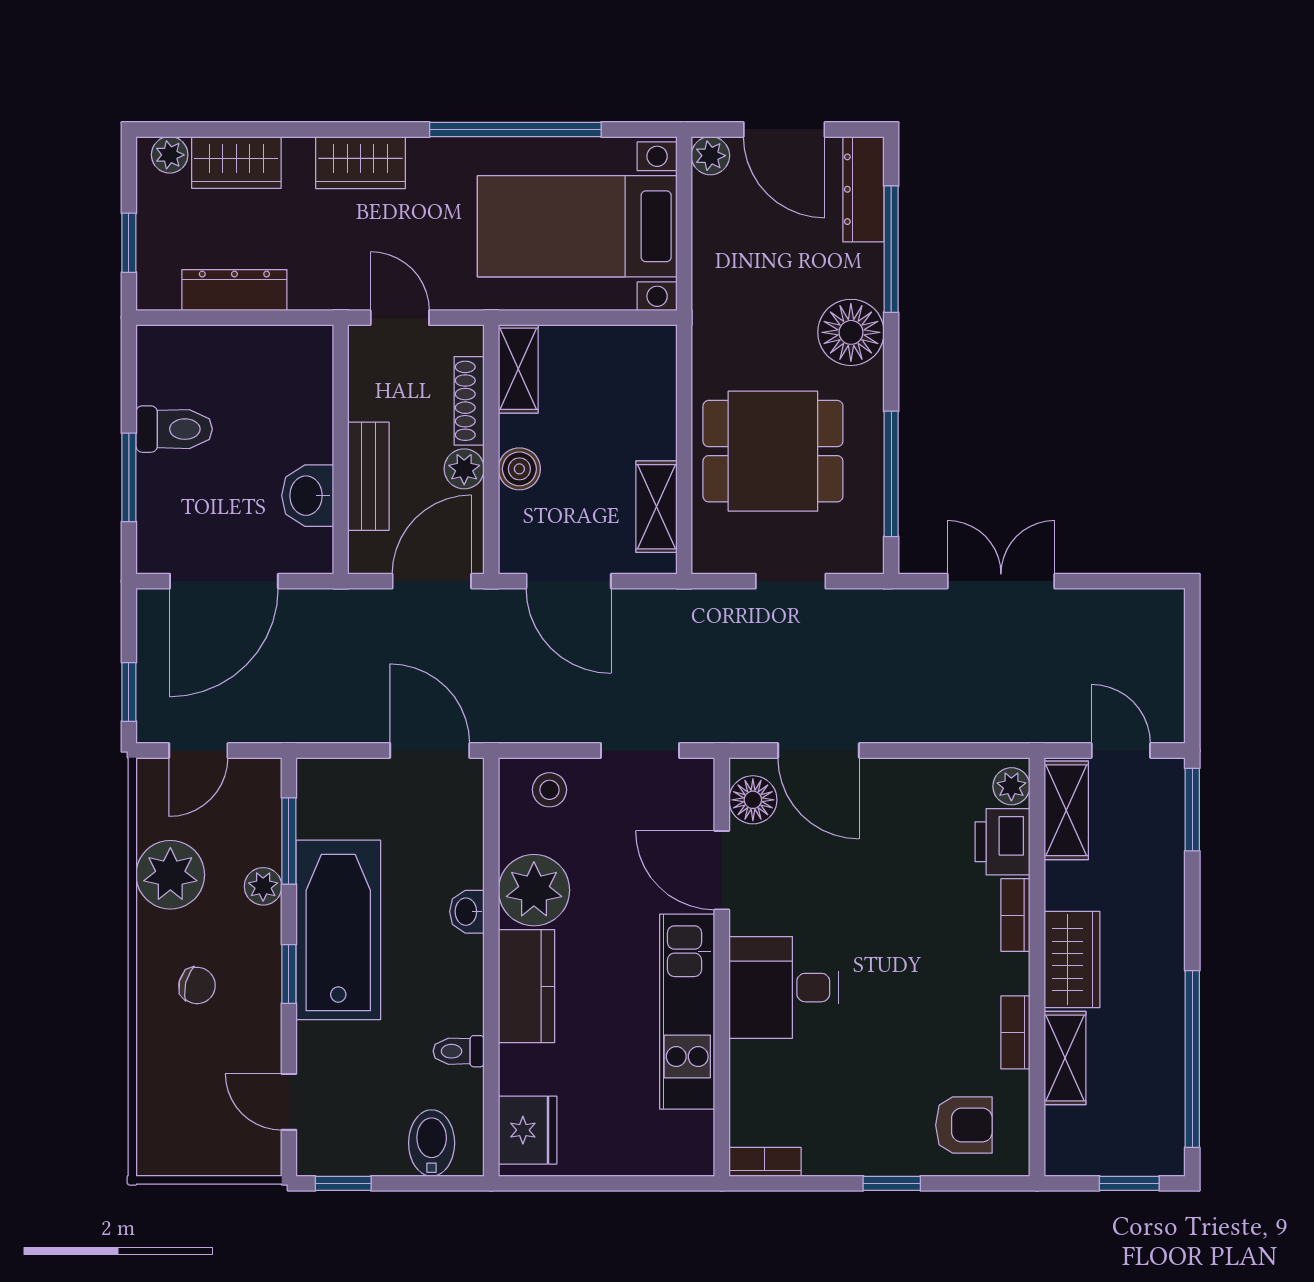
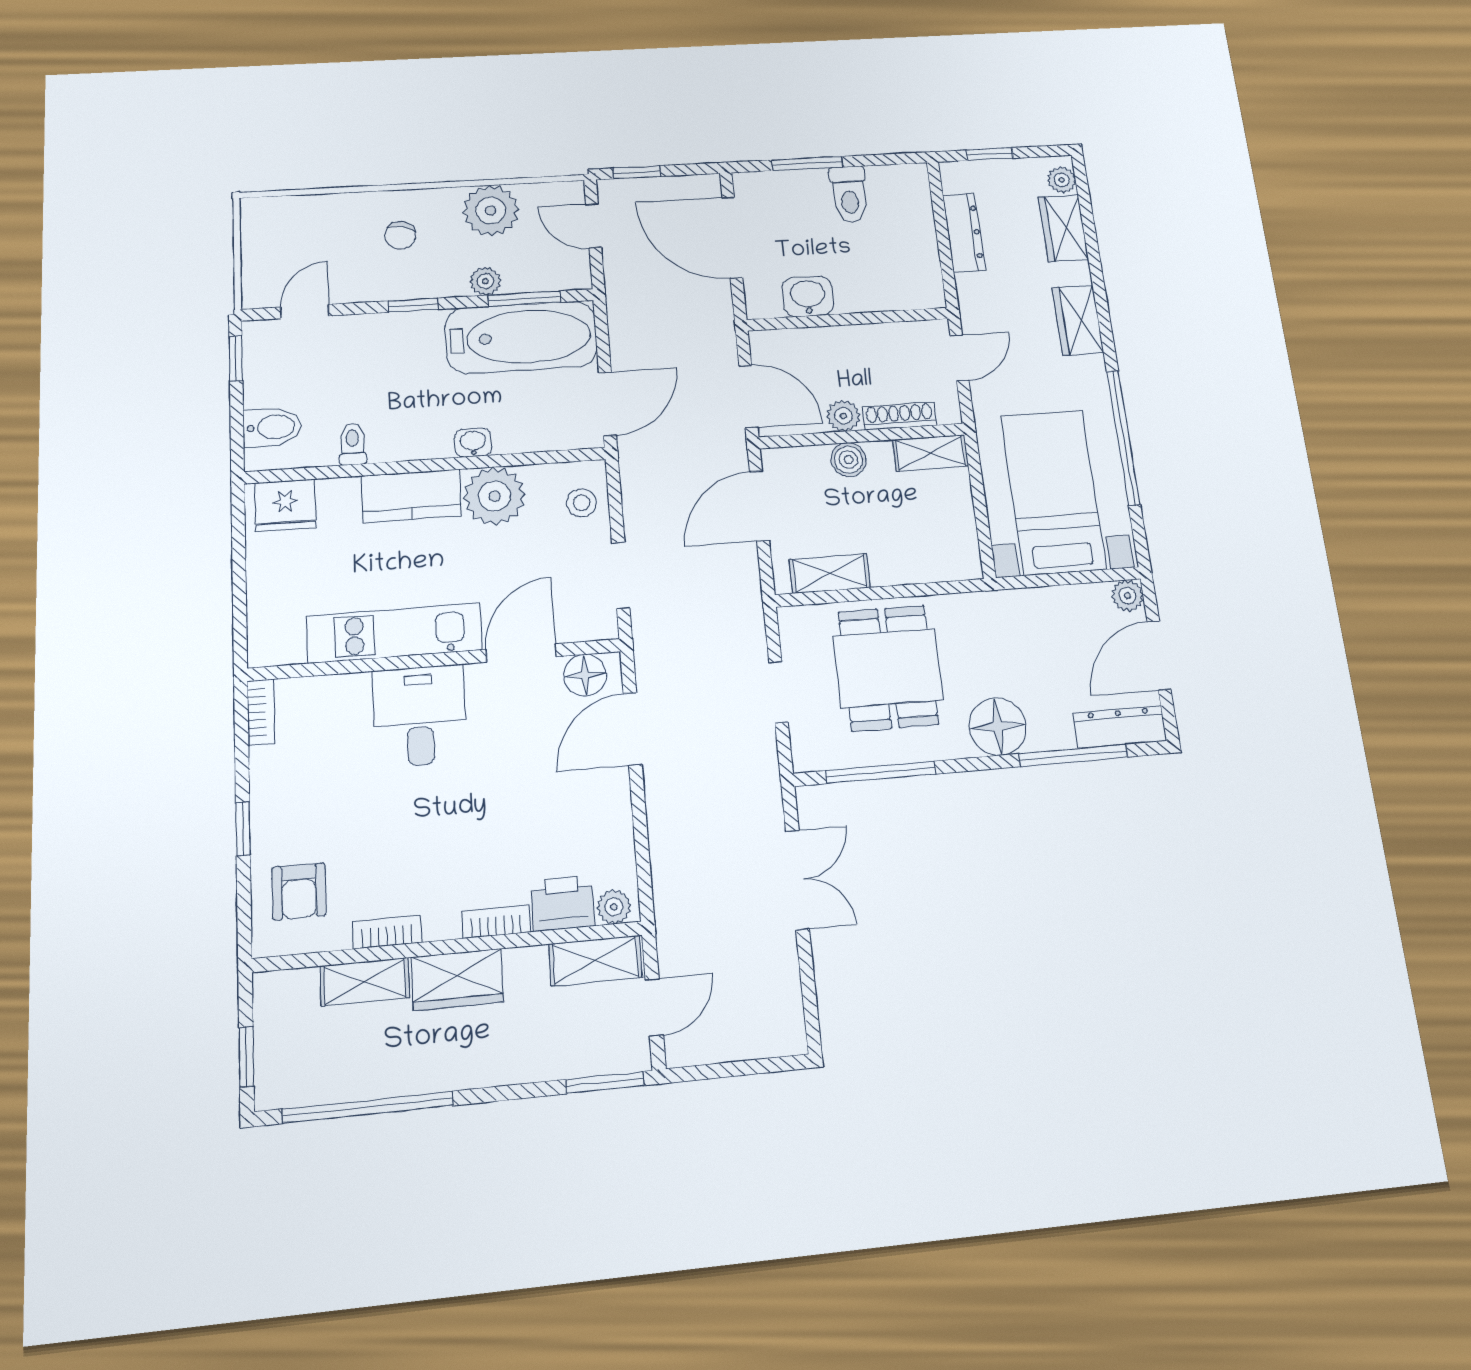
bench: (368, 476) -> (829, 342), removed
bathtub: (338, 930) -> (521, 337), moved

